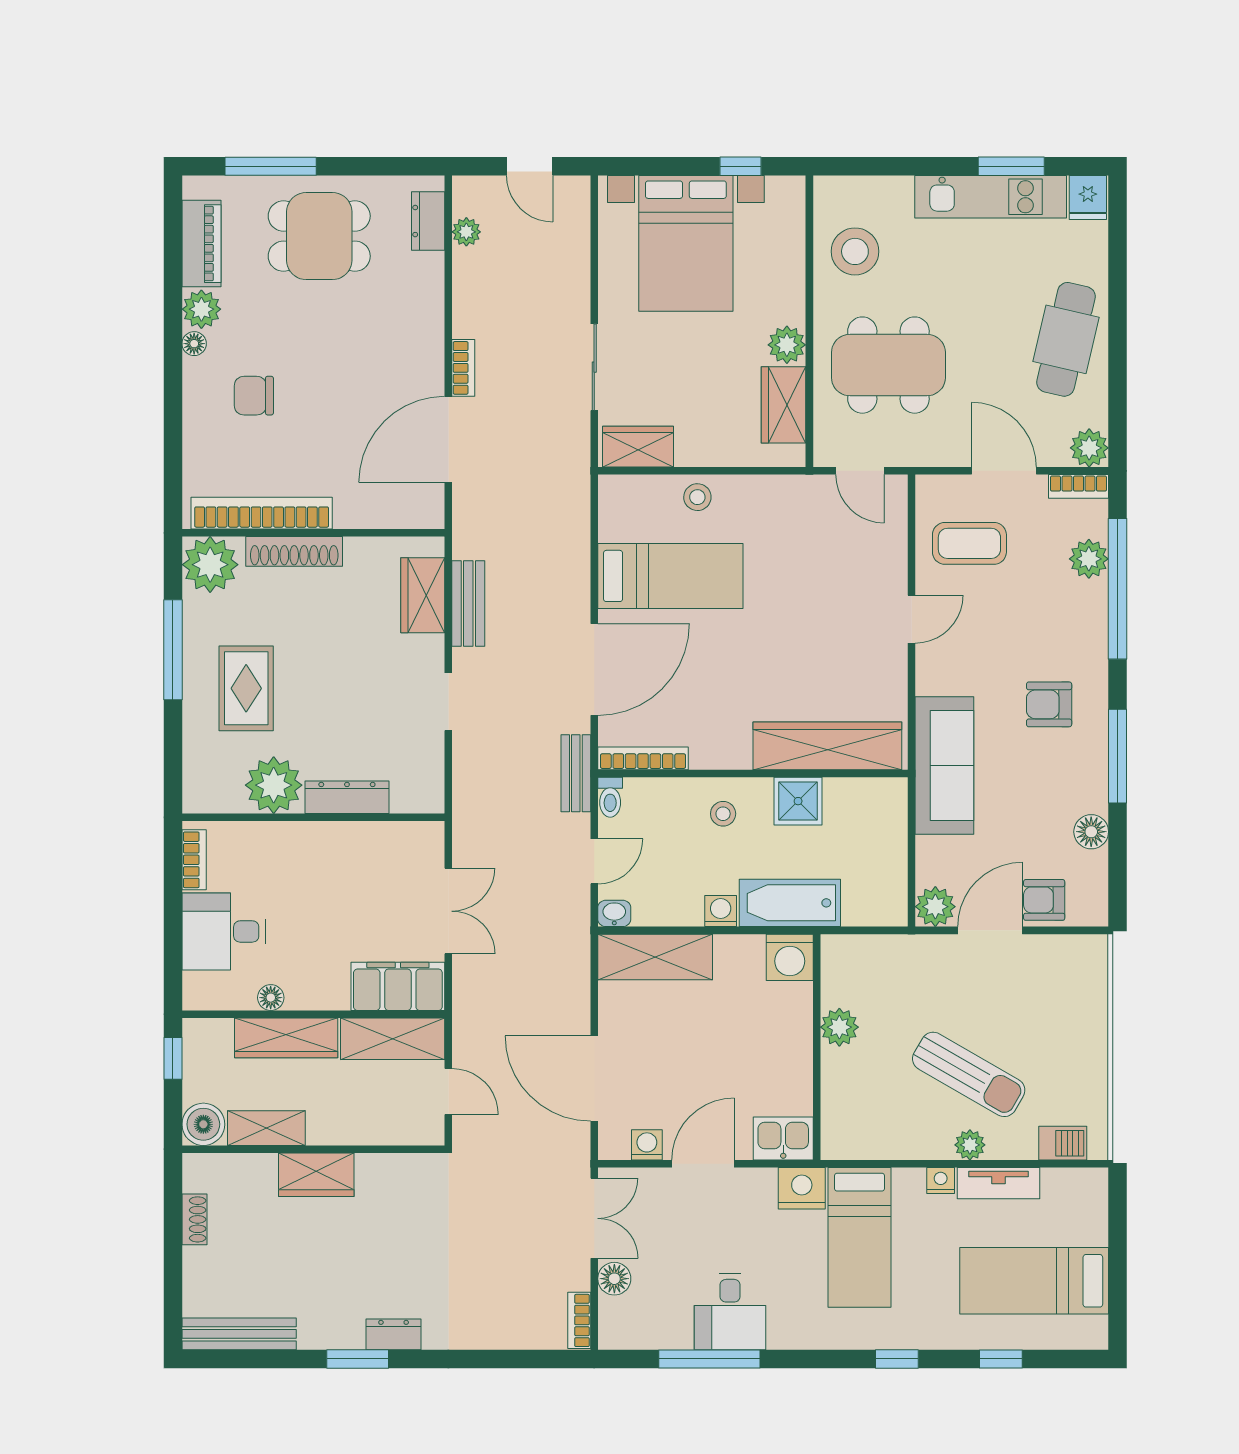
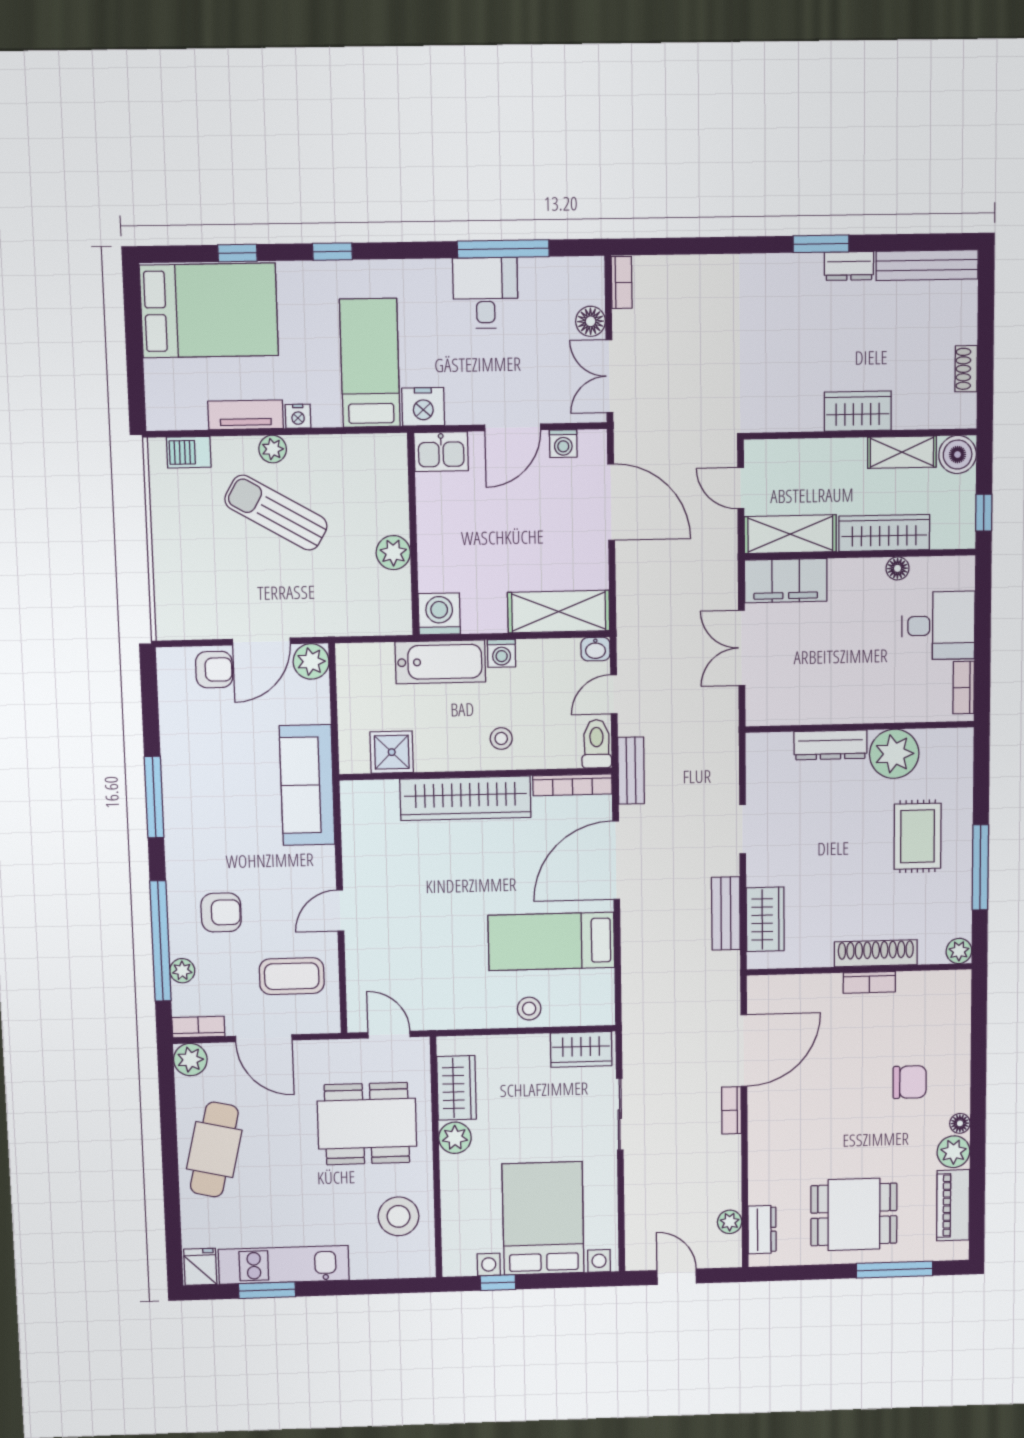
bookcase: (262, 513) -> (869, 982), width x0.43, depth x0.76
plant: (1089, 559) -> (182, 971), width x0.73, depth x0.73
plant: (210, 565) -> (959, 951), width x0.53, depth x0.53
armchair: (1049, 704) -> (221, 912), moved
wardrobe: (827, 746) -> (465, 798), moved
toilet: (610, 797) -> (597, 744), width x1.37, depth x1.39
shower: (798, 801) -> (392, 752), moved
floor lamp: (1091, 832) -> (175, 731), removed
bed: (1034, 1281) -> (209, 310), width x1.50
dresser: (394, 1334) -> (849, 266), moved

